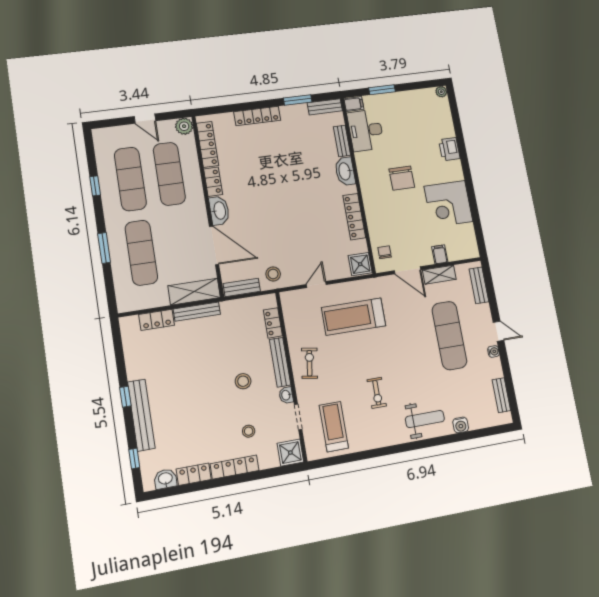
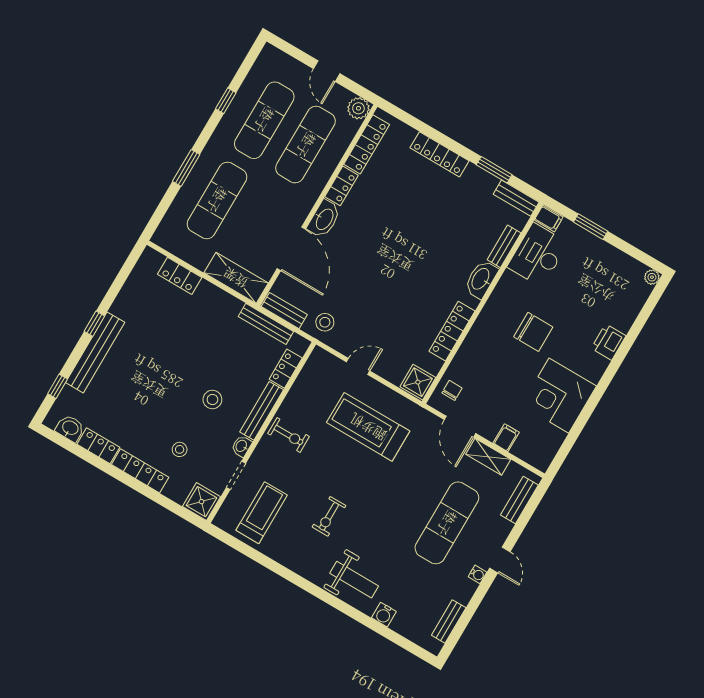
chair: (402, 178) -> (533, 332), turned -90
bench: (197, 312) -> (266, 324), moved
exercise bike: (309, 363) -> (289, 435), turned 81

